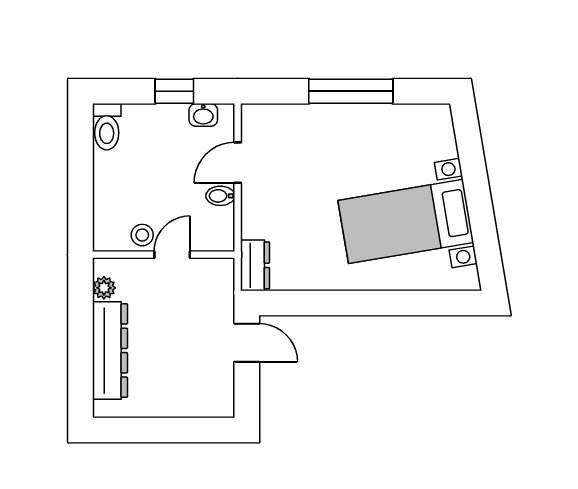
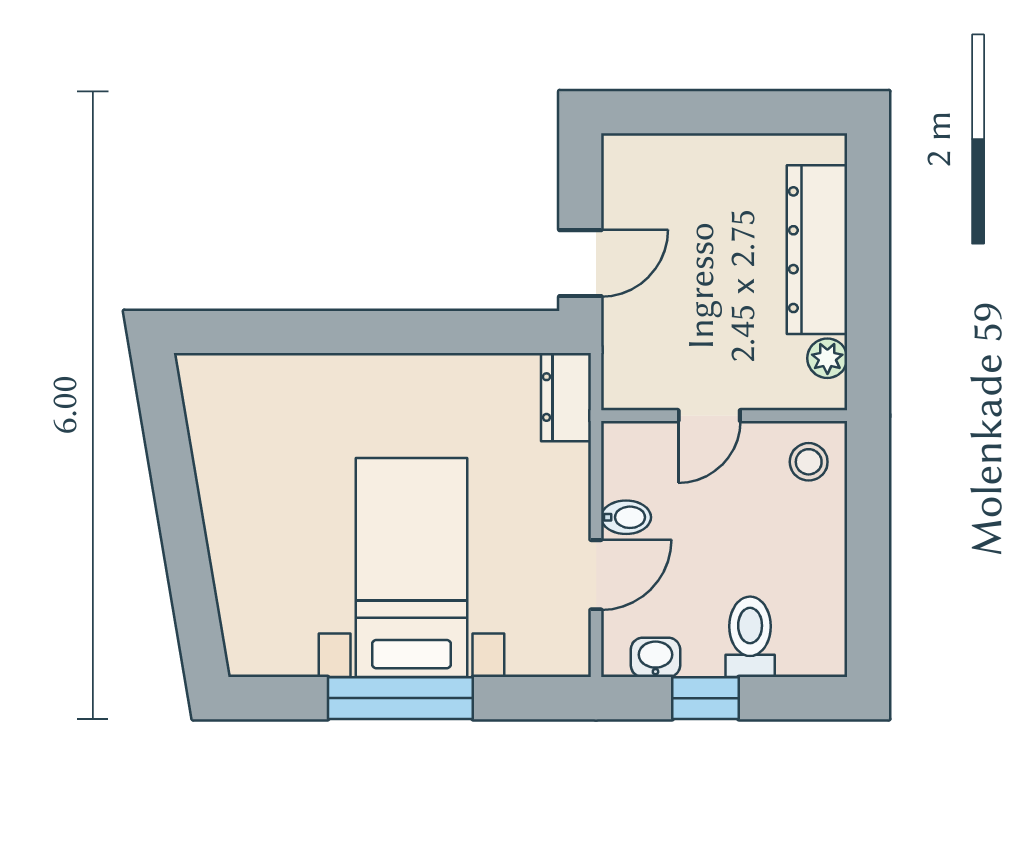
toilet: (107, 127) -> (750, 637), moved
bed with nightstands: (406, 221) -> (411, 567), moved, turned -80
stool: (142, 235) -> (809, 462), moved
door: (247, 343) -> (580, 263), swing flipped

